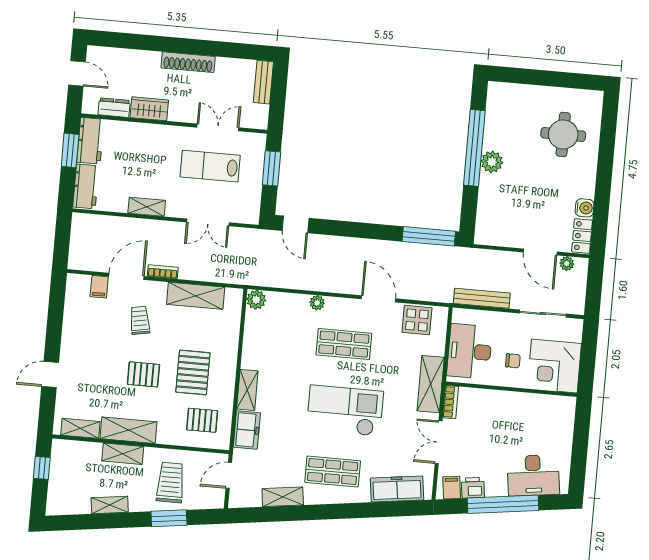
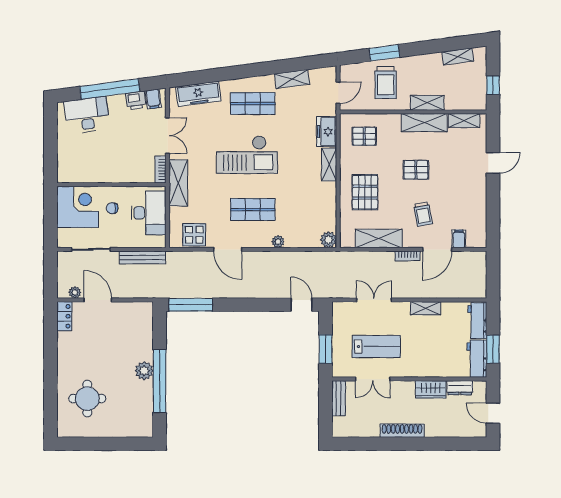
bench: (263, 82) -> (339, 398), moved
water cooler: (585, 208) -> (64, 340), removed
pallet: (193, 372) -> (365, 192), moved
shelving: (110, 505) -> (458, 56), moved

